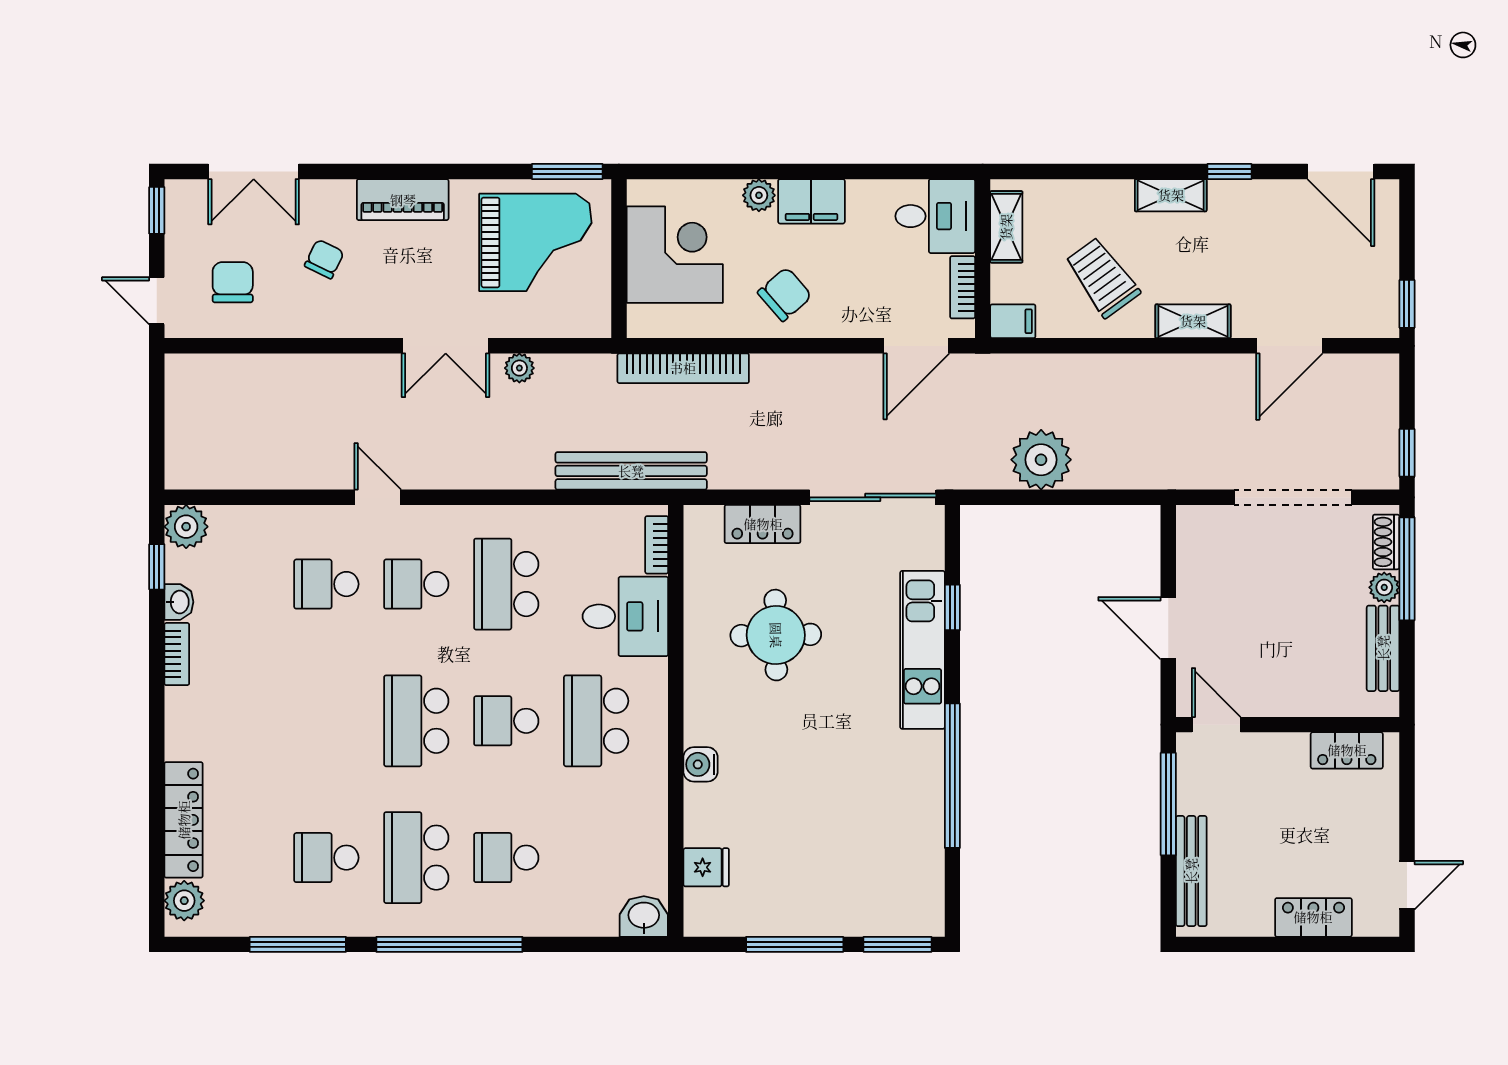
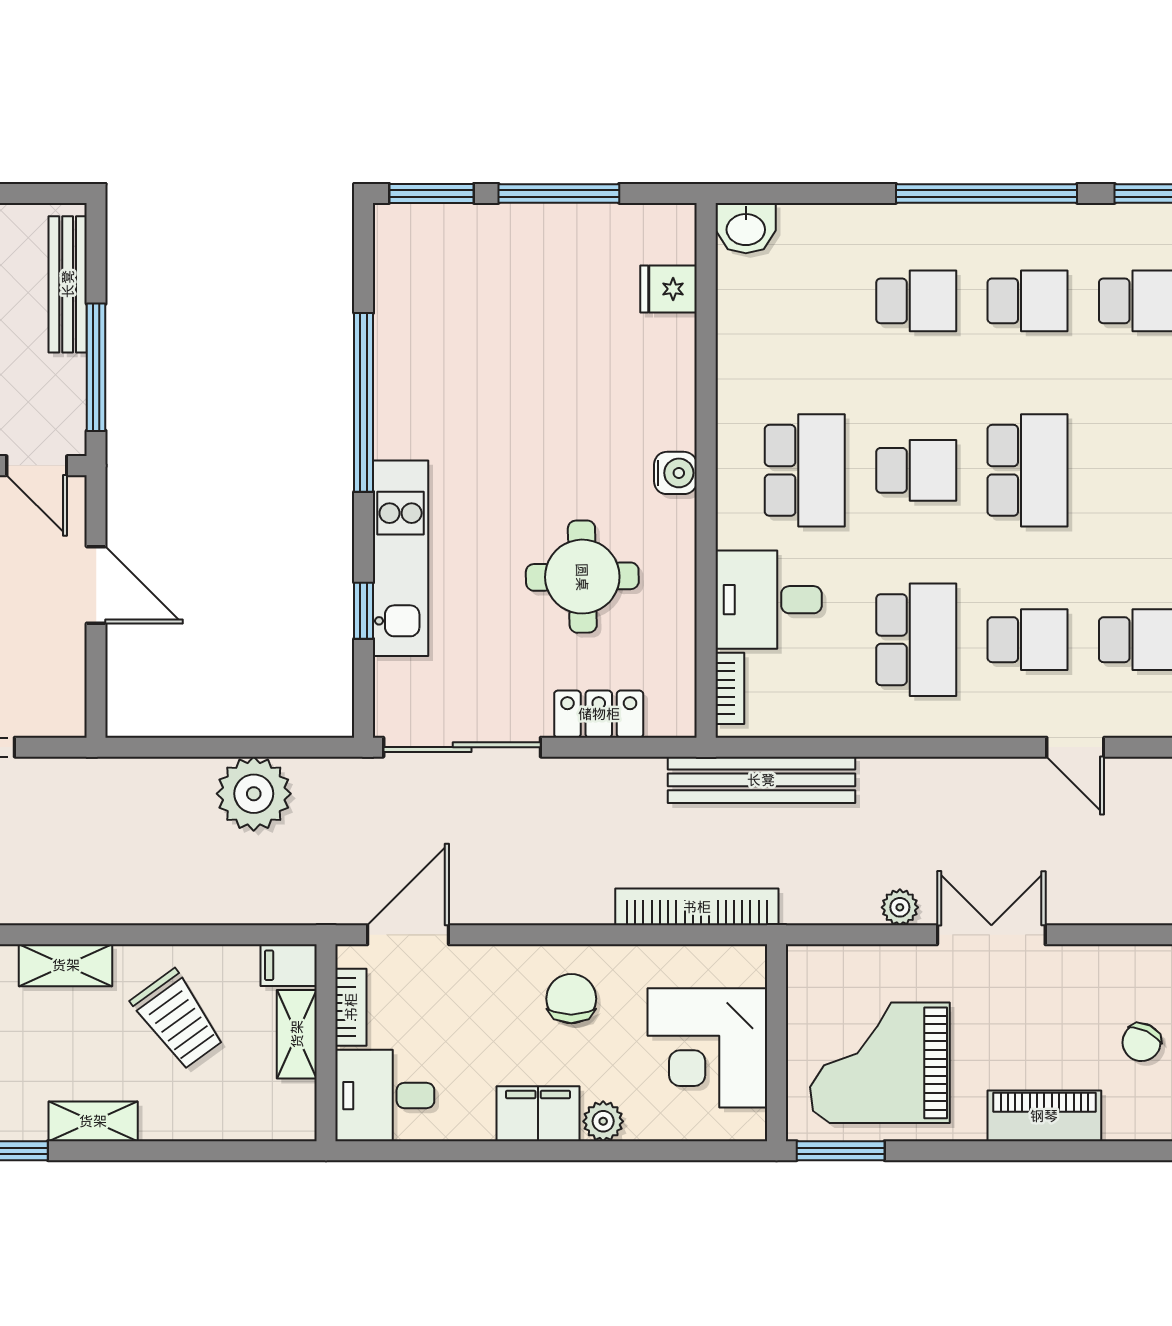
shelving: (1006, 227) -> (297, 1034), moved
chair: (785, 294) -> (571, 999), turned 131
water cooler: (701, 764) -> (675, 473), moved
school desk: (416, 858) -> (1028, 301), width x0.54

